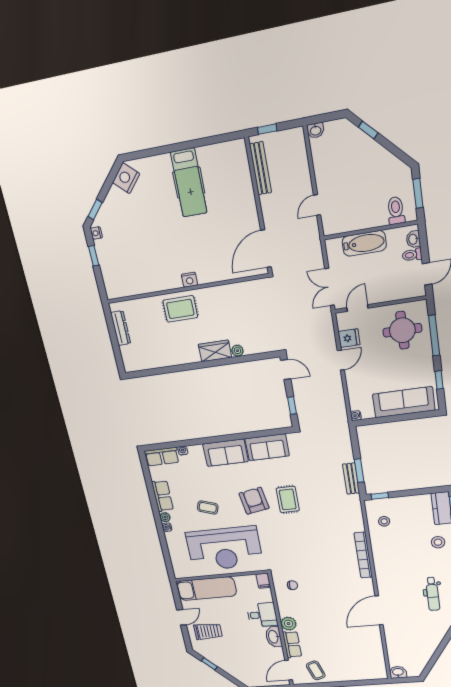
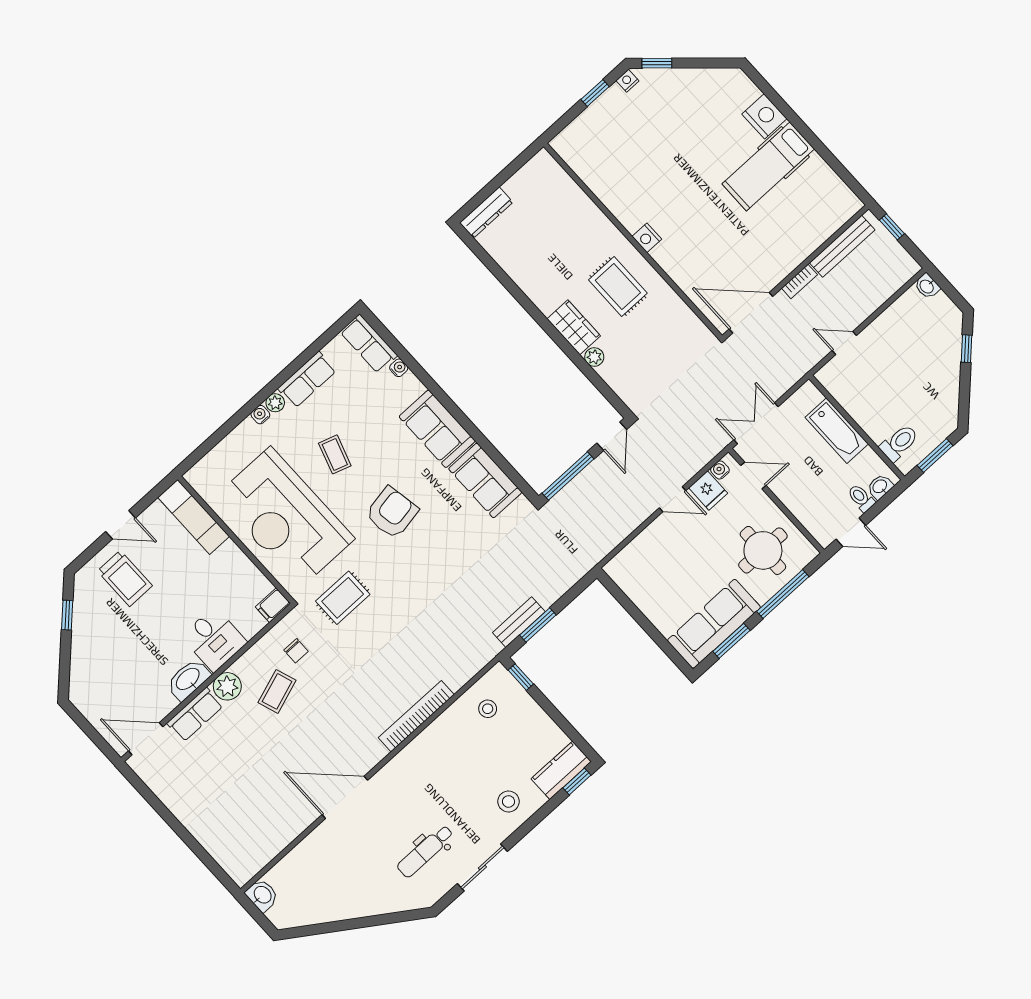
nightstand: (126, 178) -> (764, 116), moved, turned 48
bookcase: (265, 208) -> (799, 281), added
rug: (180, 309) -> (618, 287), moved
dresser: (121, 328) -> (486, 213), moved
window: (439, 380) -> (731, 641), width x1.50
sofa: (404, 402) -> (714, 624), moved, turned -90
window: (292, 405) -> (568, 476), width x2.17
water cooler: (356, 416) -> (720, 470), moved
rug: (288, 499) -> (343, 598), moved
exam couch: (206, 589) -> (194, 517), width x0.73, depth x0.69
coffee table: (316, 670) -> (277, 691), moved

